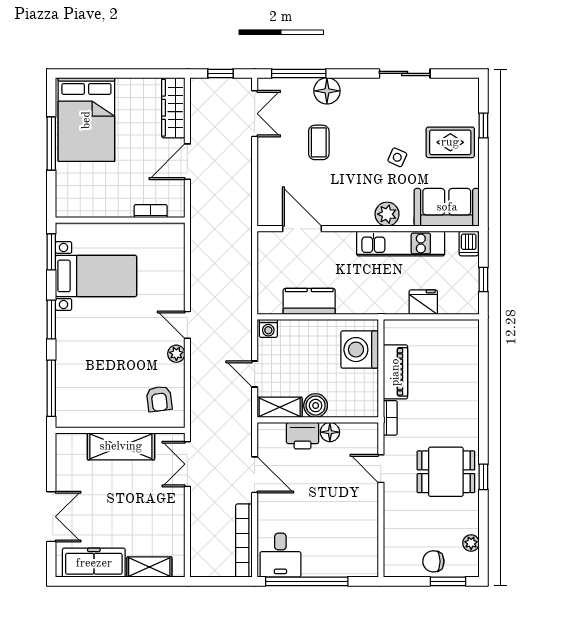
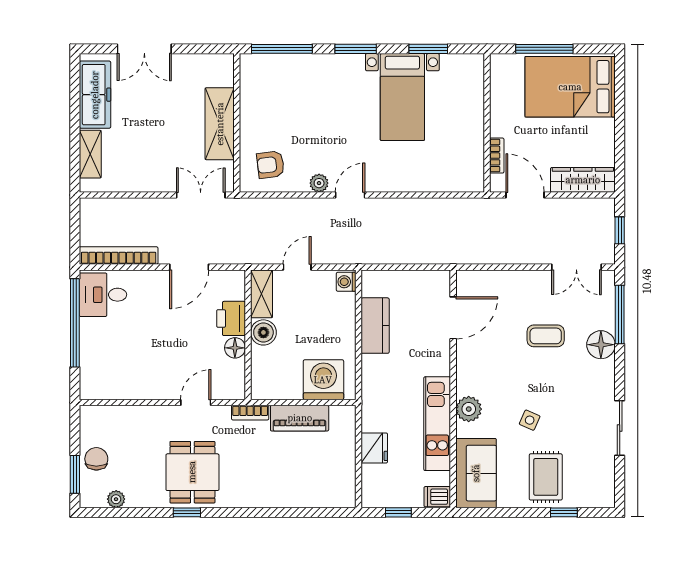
bookcase: (151, 211) -> (497, 156), moved
wall: (120, 220) -> (487, 123), moved

